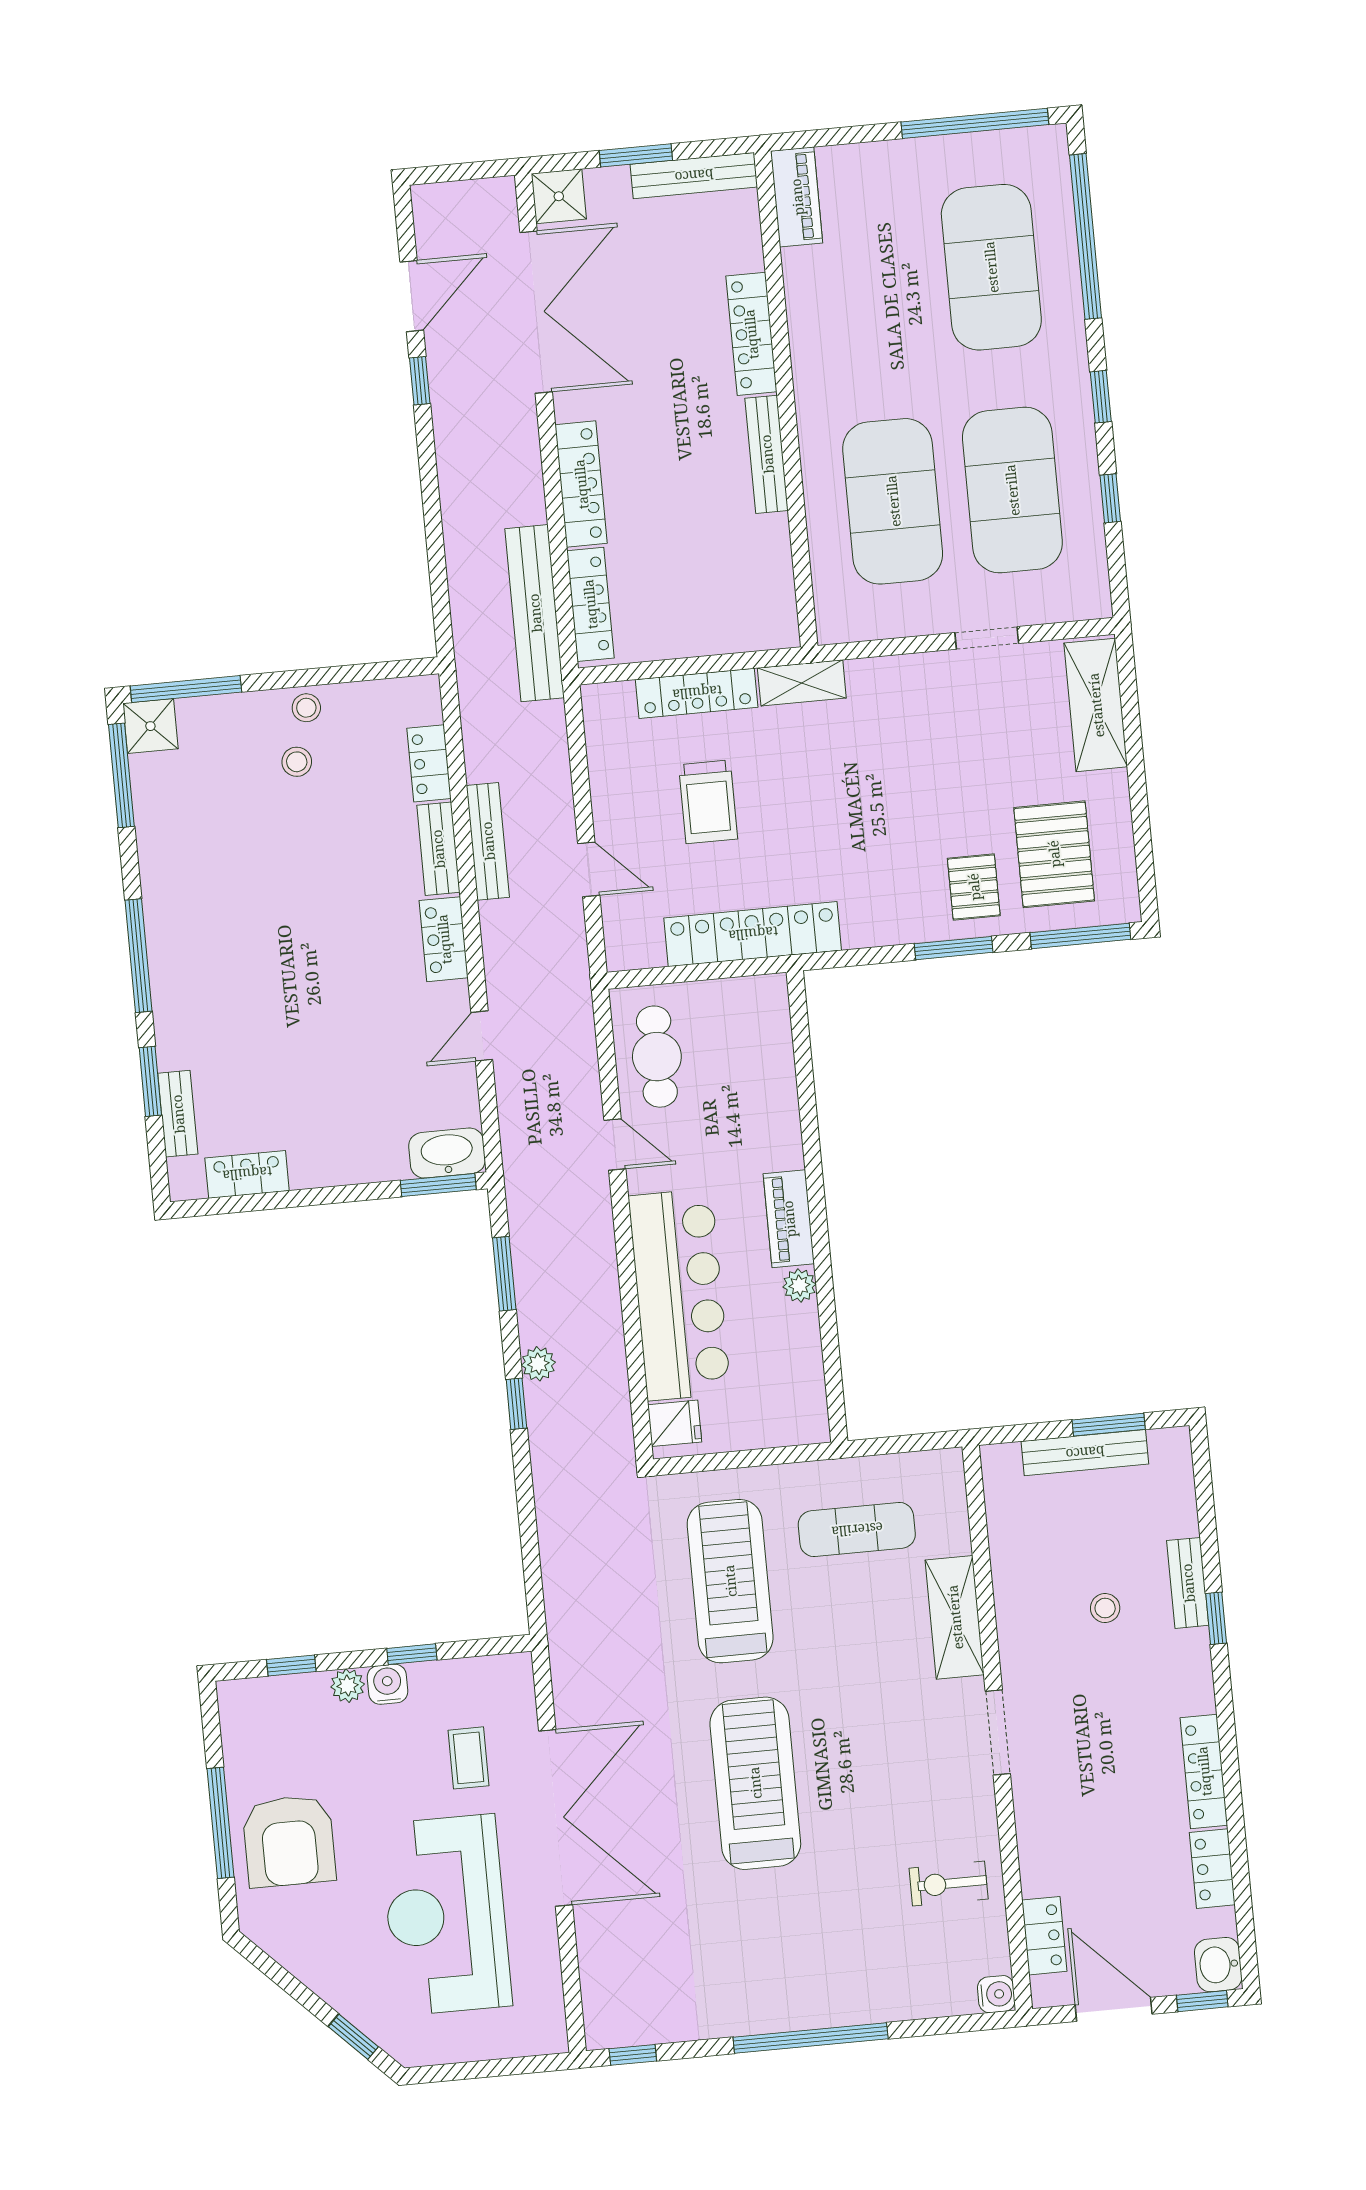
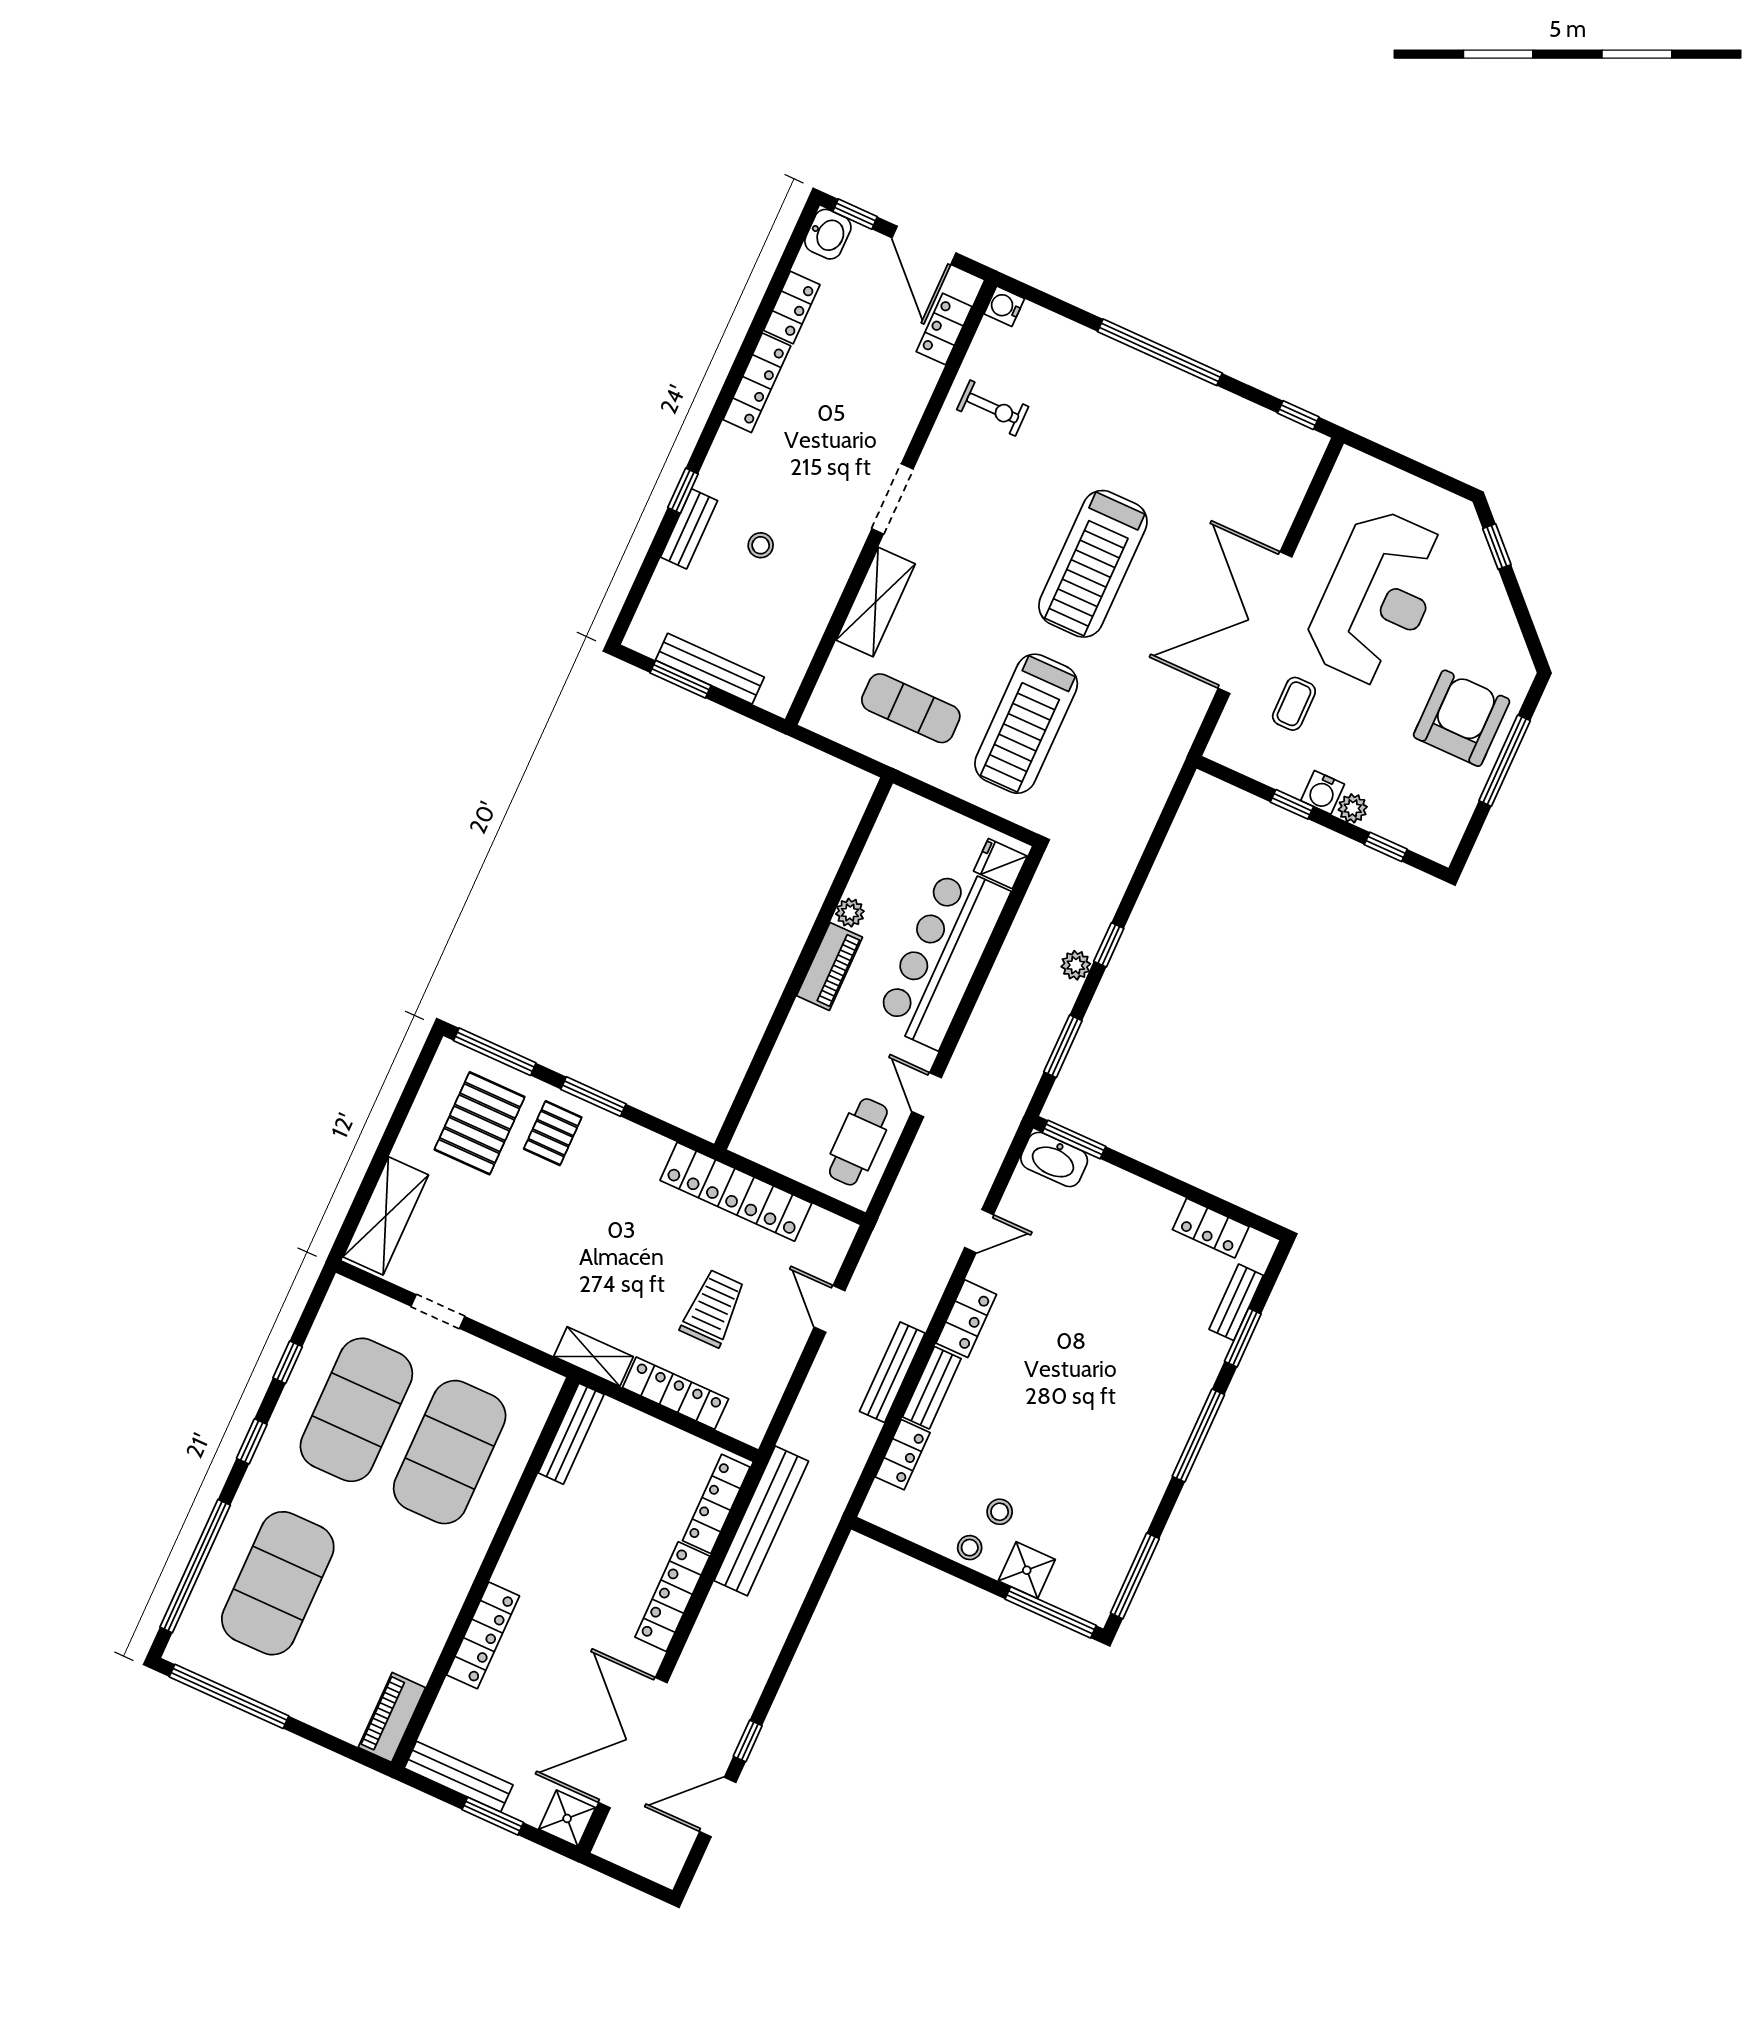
bench: (767, 454) -> (571, 1434), moved
shower: (150, 726) -> (1027, 1570), moved

